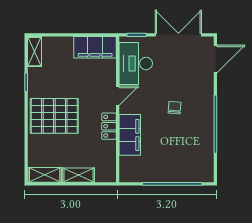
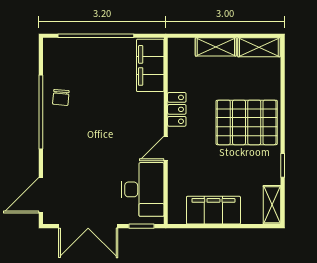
filing cabinet: (95, 47) -> (213, 210), moved
chair: (175, 108) -> (61, 97), moved
filing cabinet: (130, 135) -> (150, 65), moved

